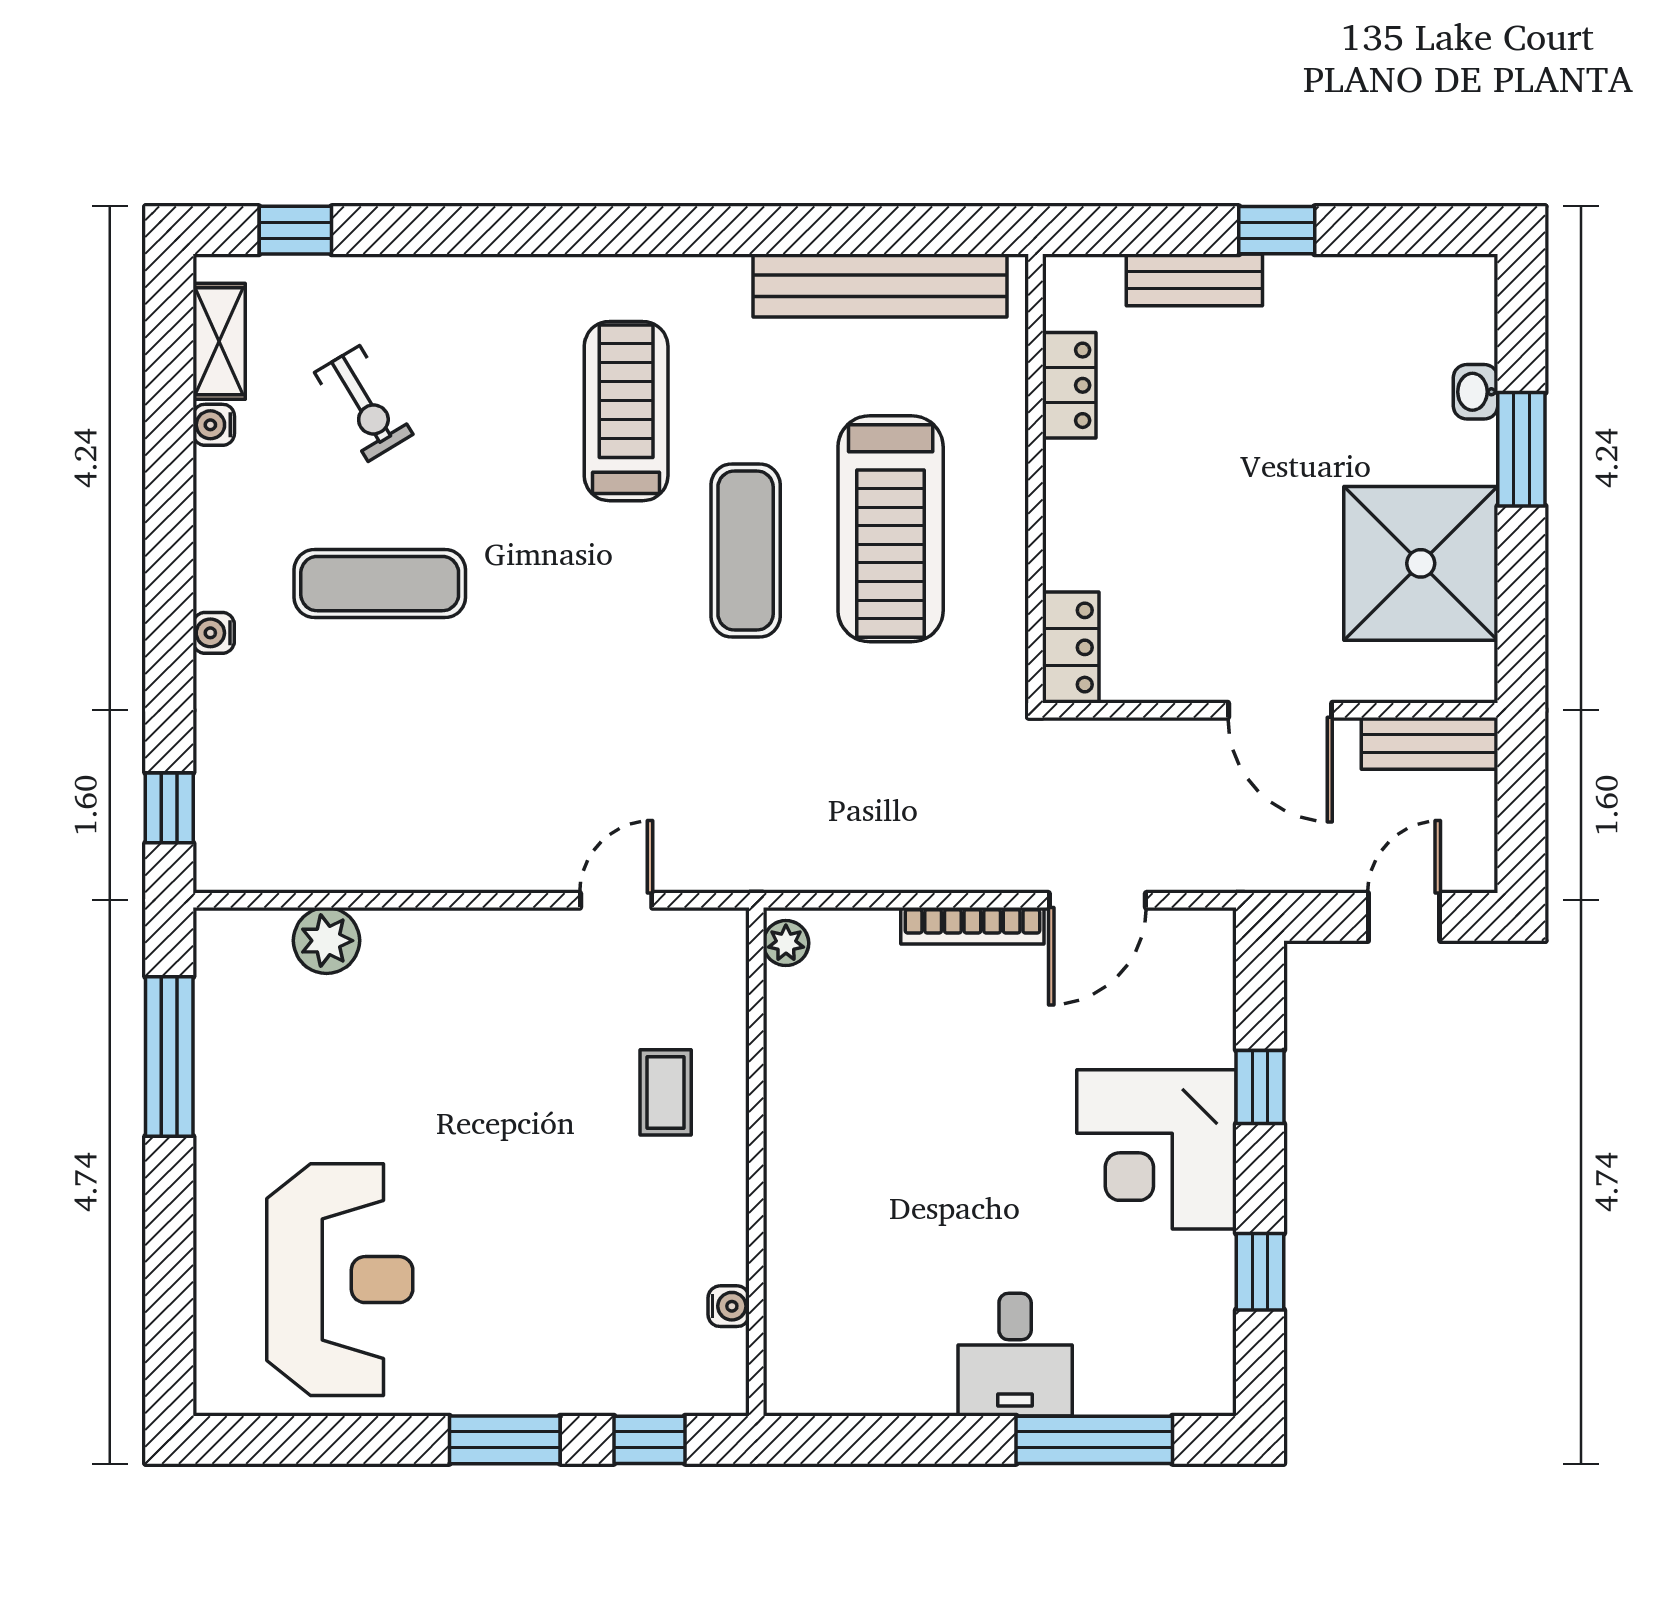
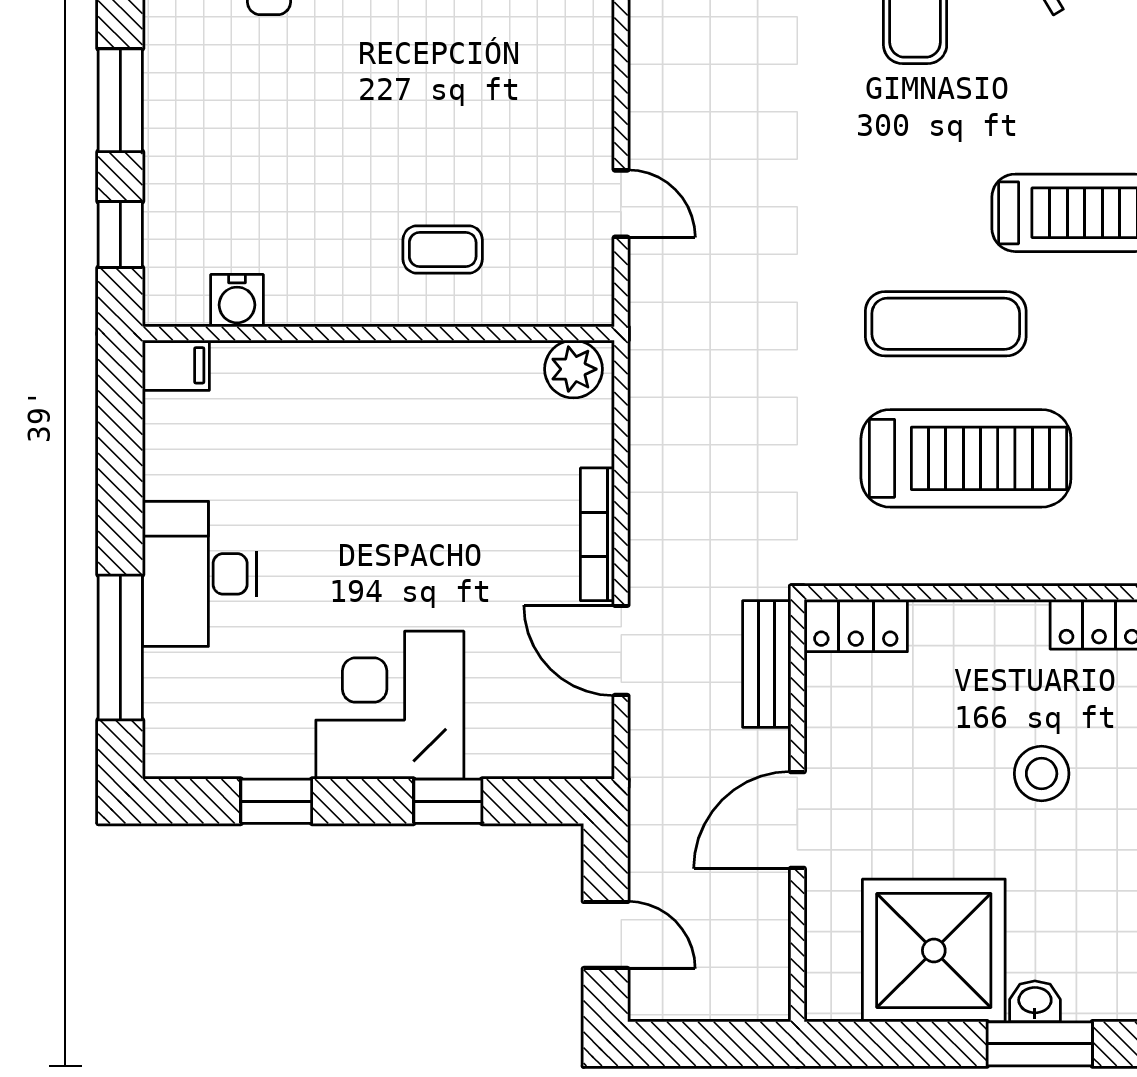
washbasin: (1476, 392) -> (1035, 1001), moved
stool: (1230, 447) -> (1042, 774), added
treadmill: (891, 529) -> (966, 458), turned 180
bench: (1429, 743) -> (767, 664), moved
plant: (786, 943) -> (573, 369), width x1.38, depth x1.38
water cooler: (729, 1306) -> (237, 301), width x1.38, depth x1.38
desk: (1015, 1355) -> (199, 574), width x1.37
filing cabinet: (790, 1380) -> (176, 365), added

